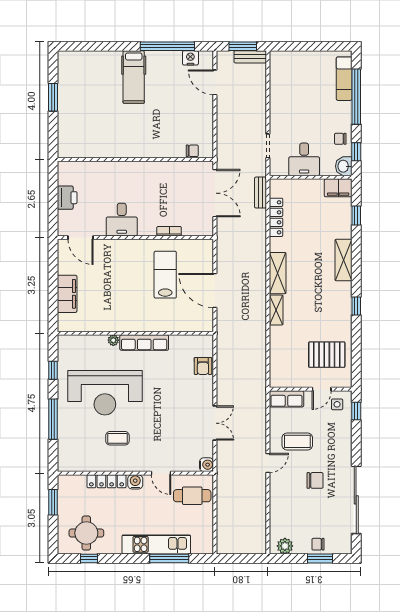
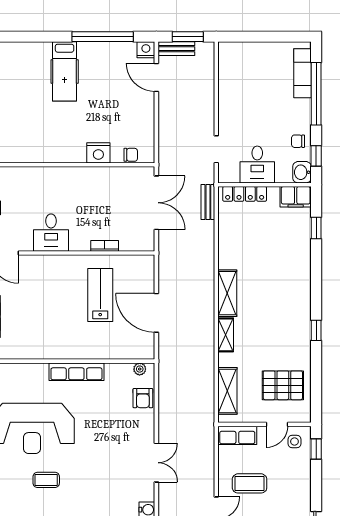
bench: (250, 57) -> (176, 49), moved
nightstand: (190, 58) -> (146, 50), moved
nightstand: (164, 149) -> (98, 153), added
locker: (276, 217) -> (245, 194), moved, turned 90
shelving: (343, 260) -> (227, 391), moved
plant: (113, 340) -> (140, 369), moved

